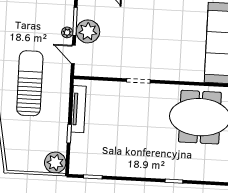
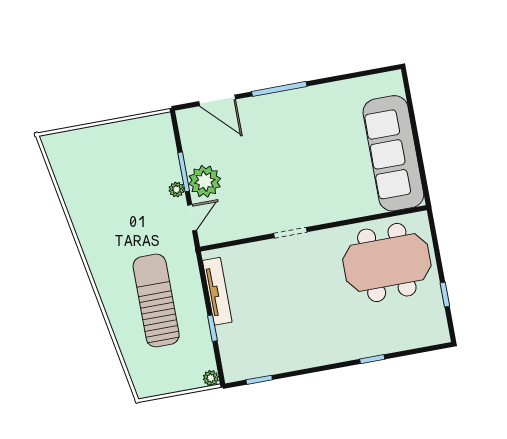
door: (73, 54) -> (192, 218), swing flipped
sun lounger: (30, 83) -> (156, 301), moved
plant: (55, 163) -> (211, 378), width x0.53, depth x0.53

